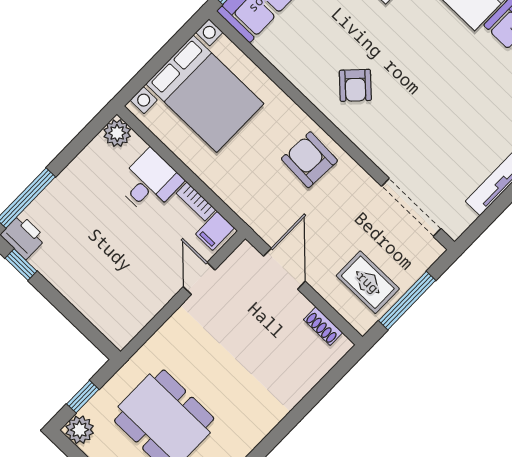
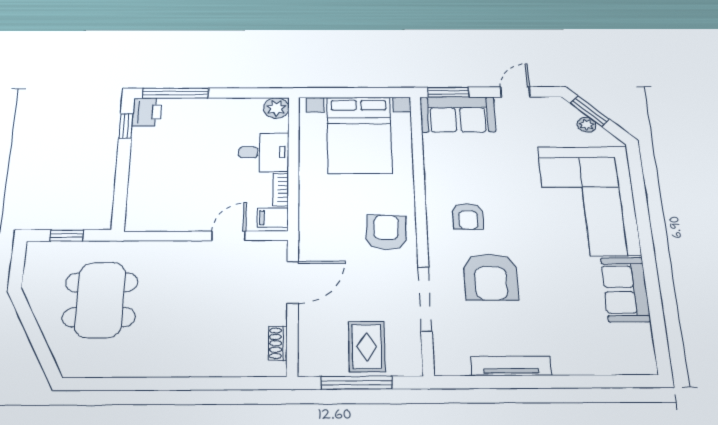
armchair: (355, 85) -> (468, 216), turned -44
armchair: (420, 122) -> (491, 277), added
doorway: (411, 207) -> (425, 299), moved
rug: (368, 282) -> (367, 347), moved
plant: (80, 430) -> (39, 253), removed

